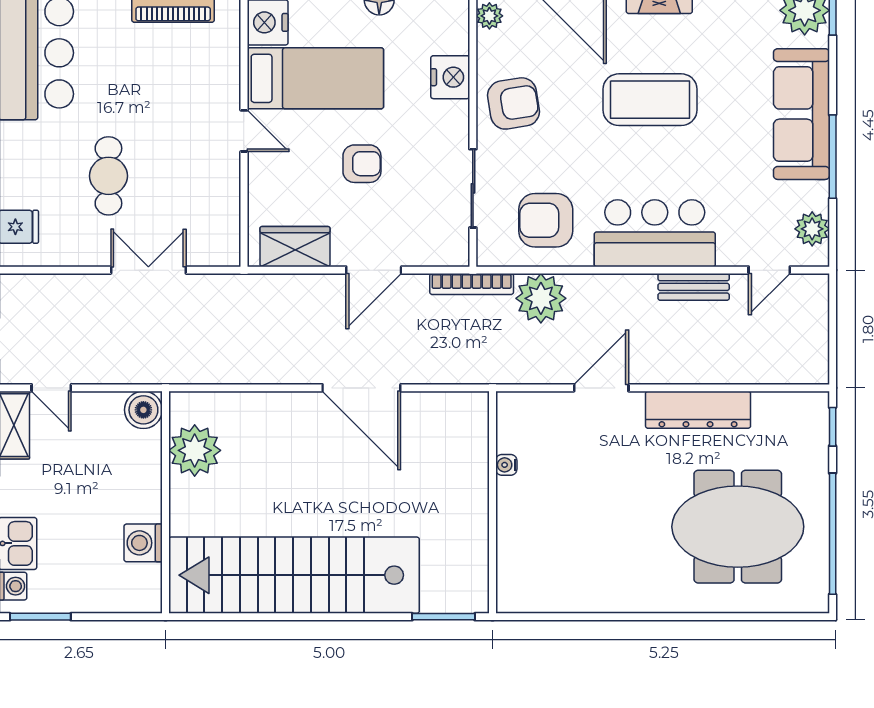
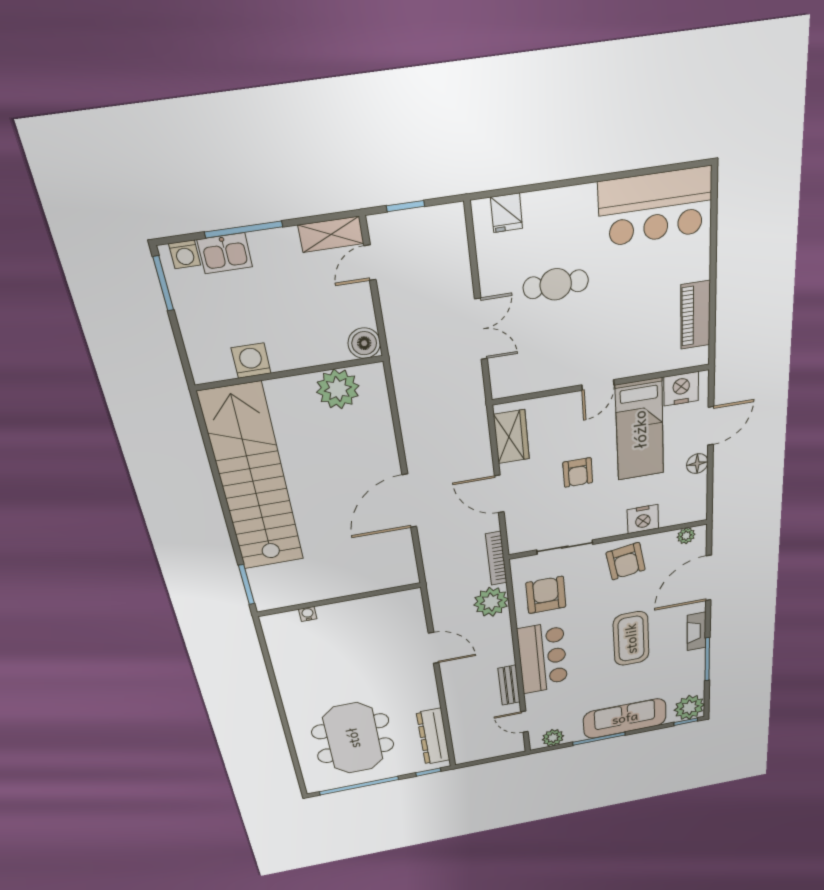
dresser: (698, 410) -> (433, 737), moved
water cooler: (506, 465) -> (308, 614), moved

